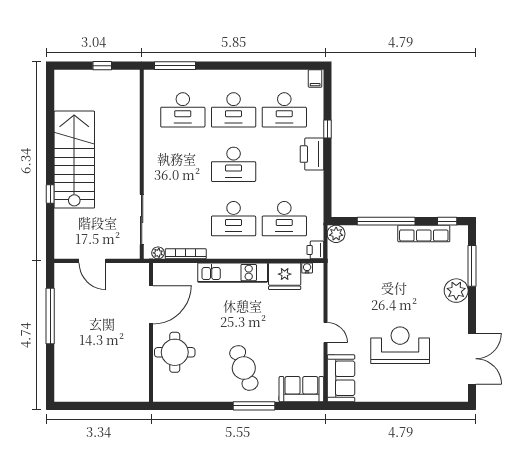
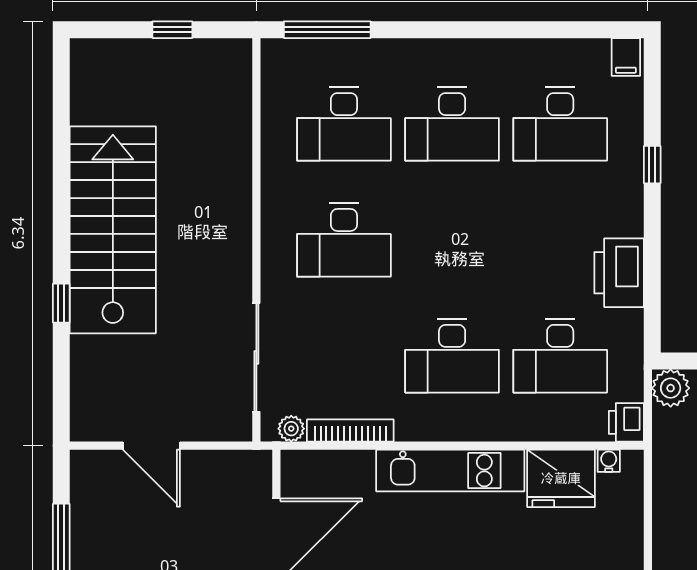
printer: (312, 154) -> (619, 273), moved
desk: (234, 164) -> (344, 240), moved

